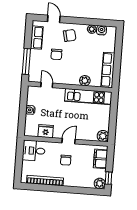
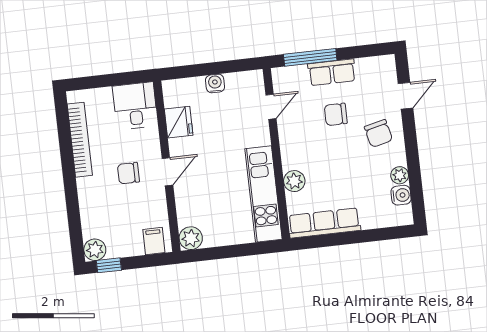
row of seats: (37, 38) -> (332, 72), moved
door: (69, 141) -> (167, 172), hinge flipped
filing cabinet: (101, 159) -> (154, 241), width x0.50

